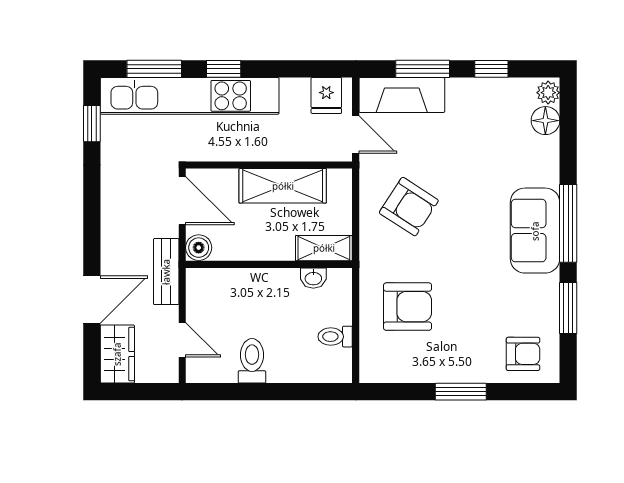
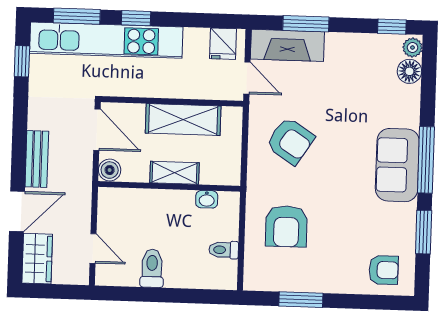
window: (491, 69) -> (392, 27), moved
shelving: (324, 248) -> (174, 173), moved
bench: (166, 272) -> (37, 159), moved
armchair: (408, 307) -> (286, 226), turned 90
window: (461, 392) -> (301, 300), moved

